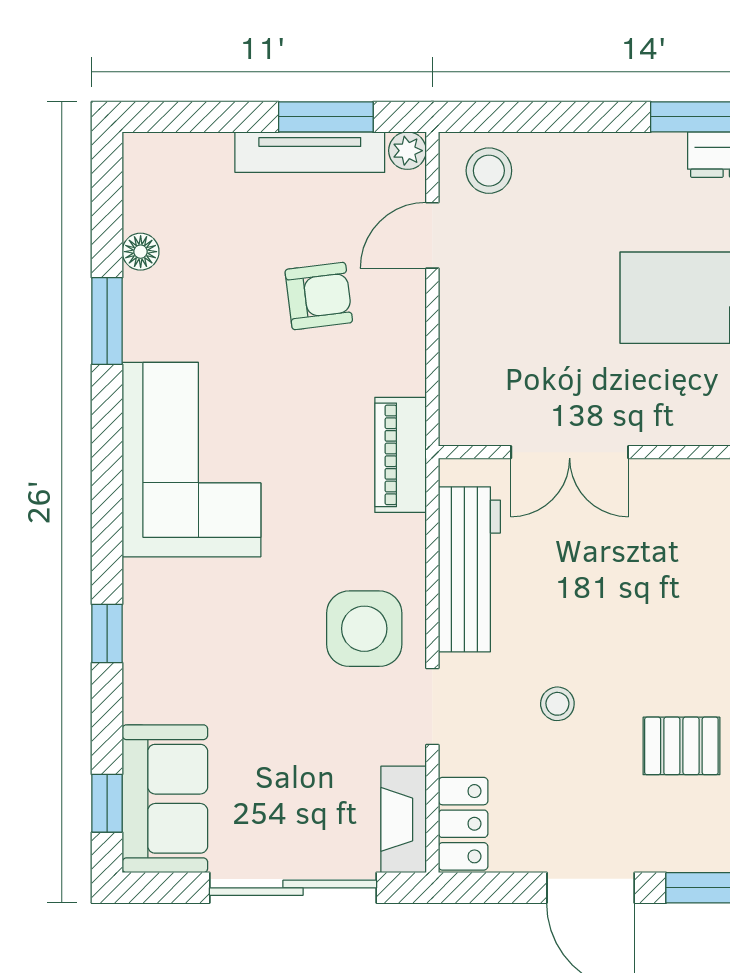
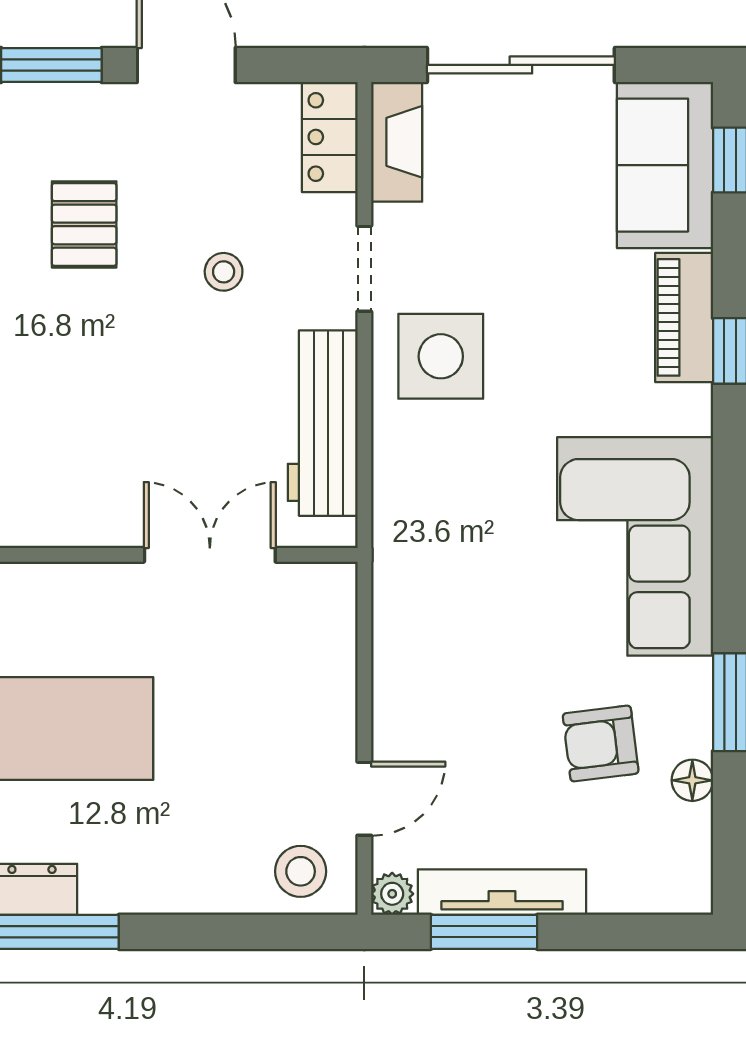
armchair: (319, 296) -> (601, 743), moved
piano: (401, 455) -> (684, 317), moved, turned 180
pallet: (681, 746) -> (84, 224), turned 90

